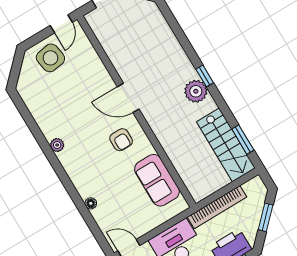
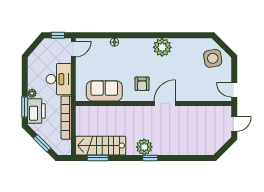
side table: (50, 58) -> (213, 58), moved
armchair: (121, 140) -> (142, 84), turned -90
plant: (57, 145) -> (162, 47), width x1.88, depth x1.88

